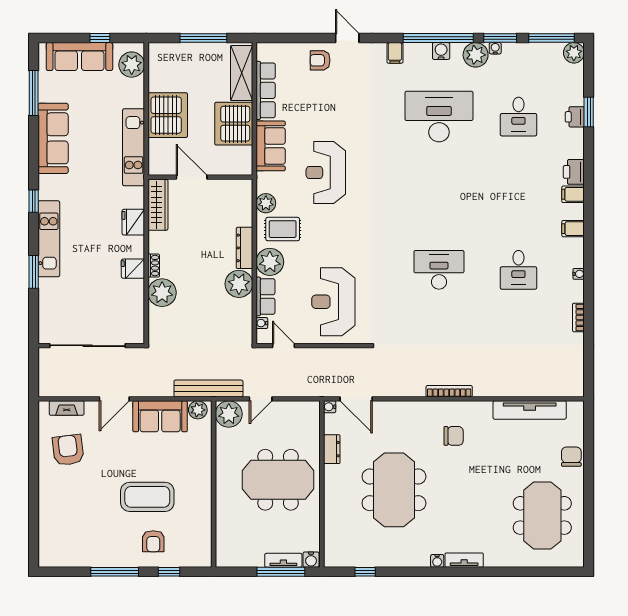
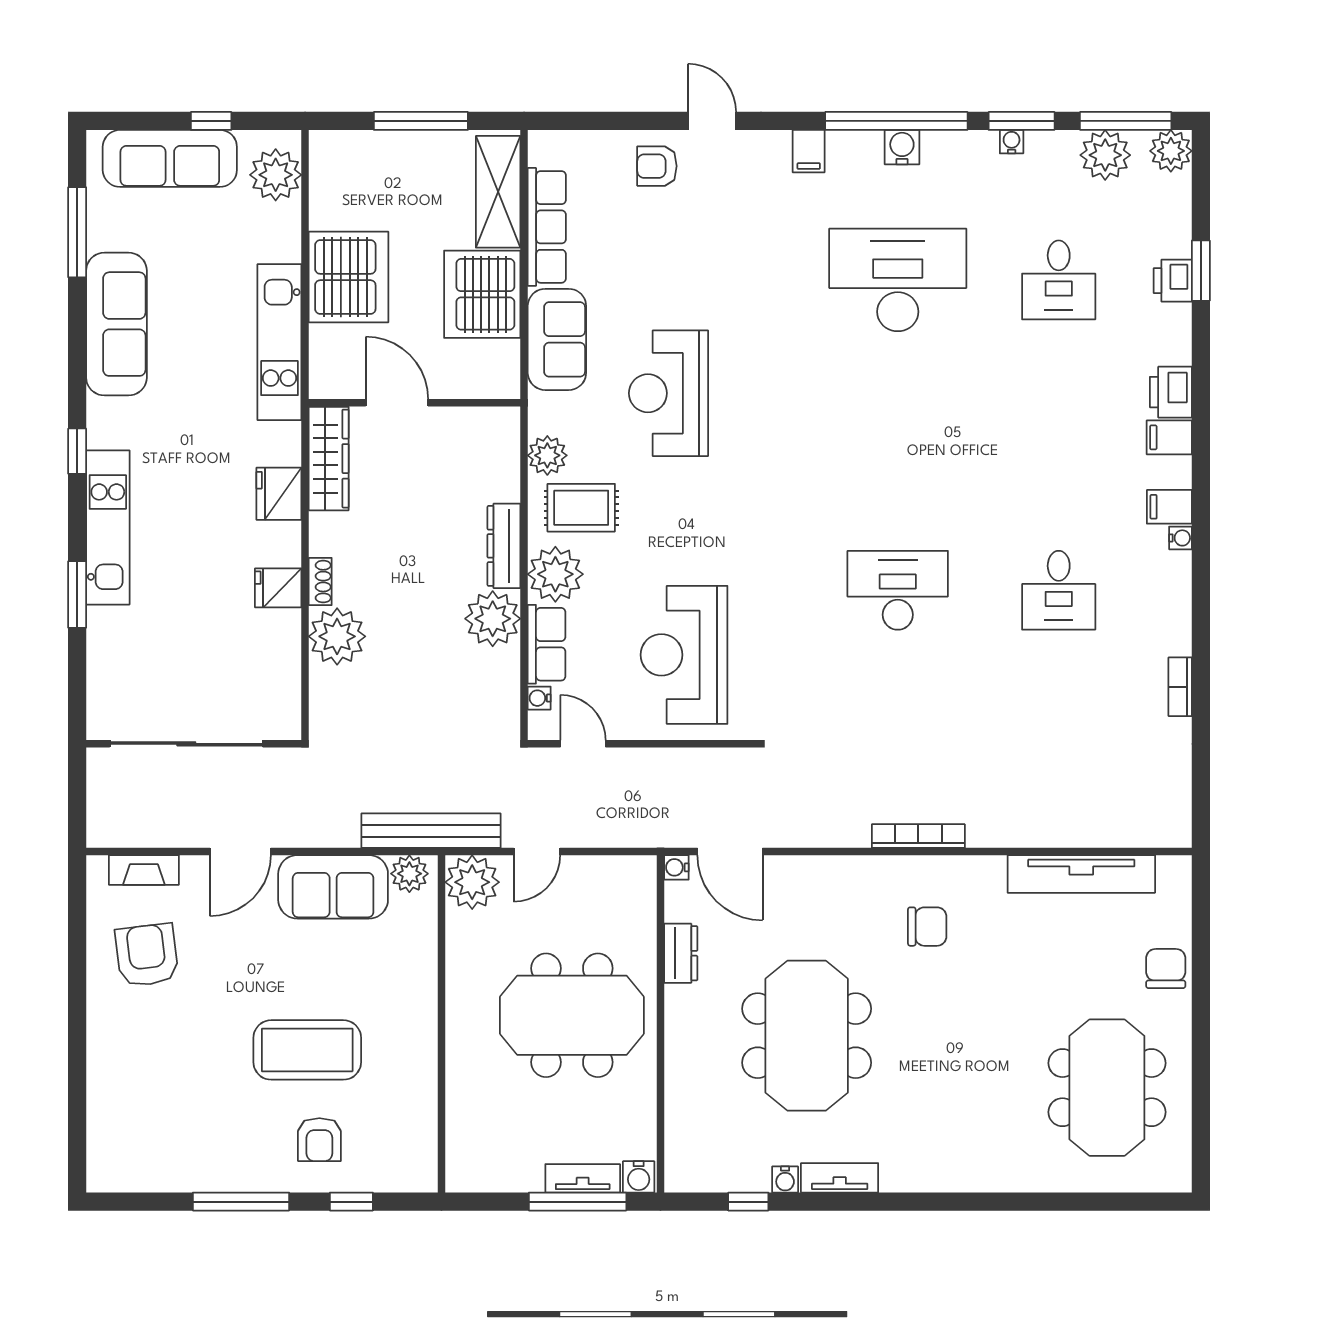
plant: (476, 55) -> (1105, 155), moved
water cooler: (579, 274) -> (1180, 538), moved
tv unit: (464, 560) -> (840, 1178), moved
water cooler: (437, 561) -> (785, 1180), moved

